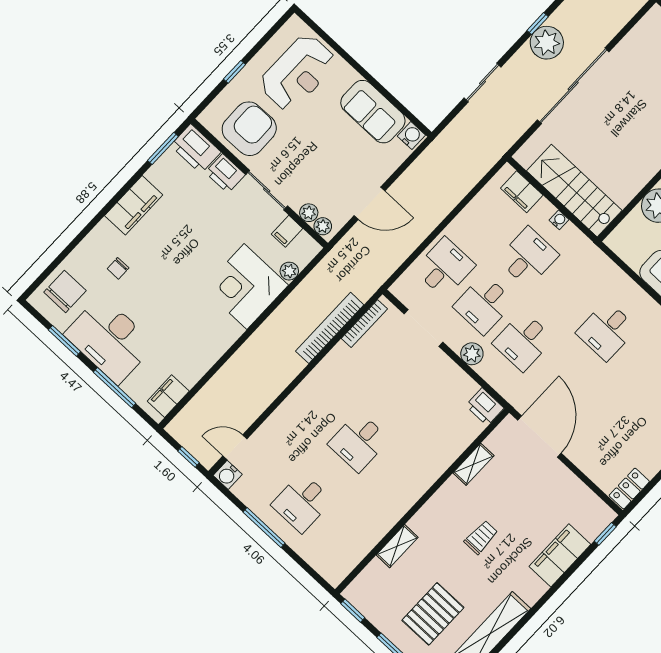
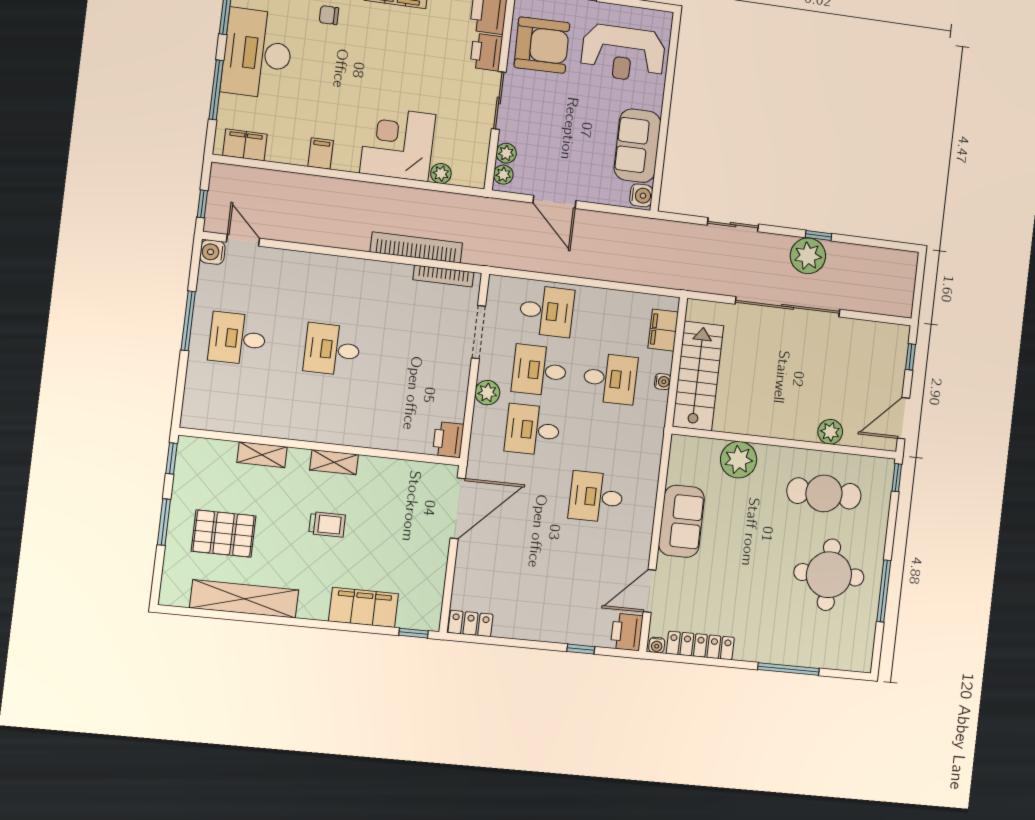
filing cabinet: (287, 231) -> (321, 154), moved, turned 90
shelving: (473, 464) -> (334, 462), moved

